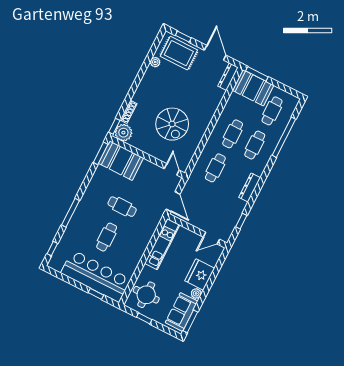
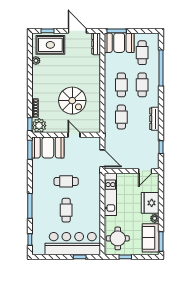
door: (172, 169) -> (74, 135), moved

